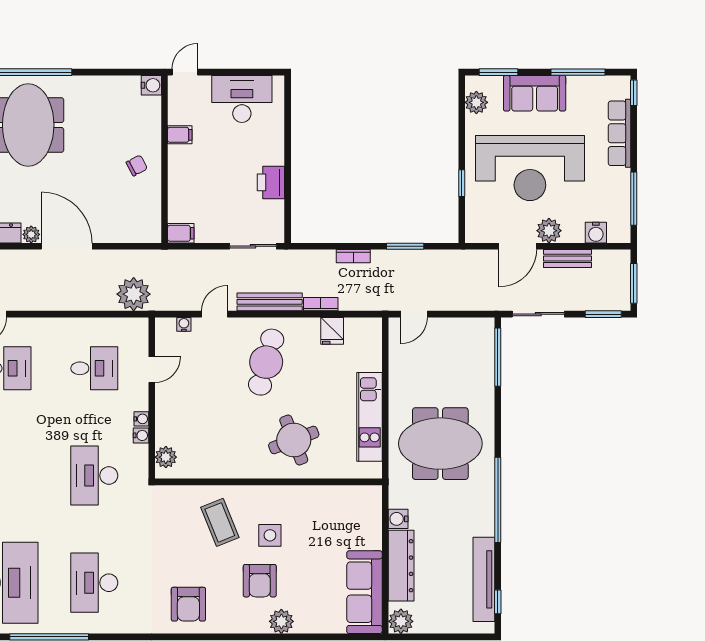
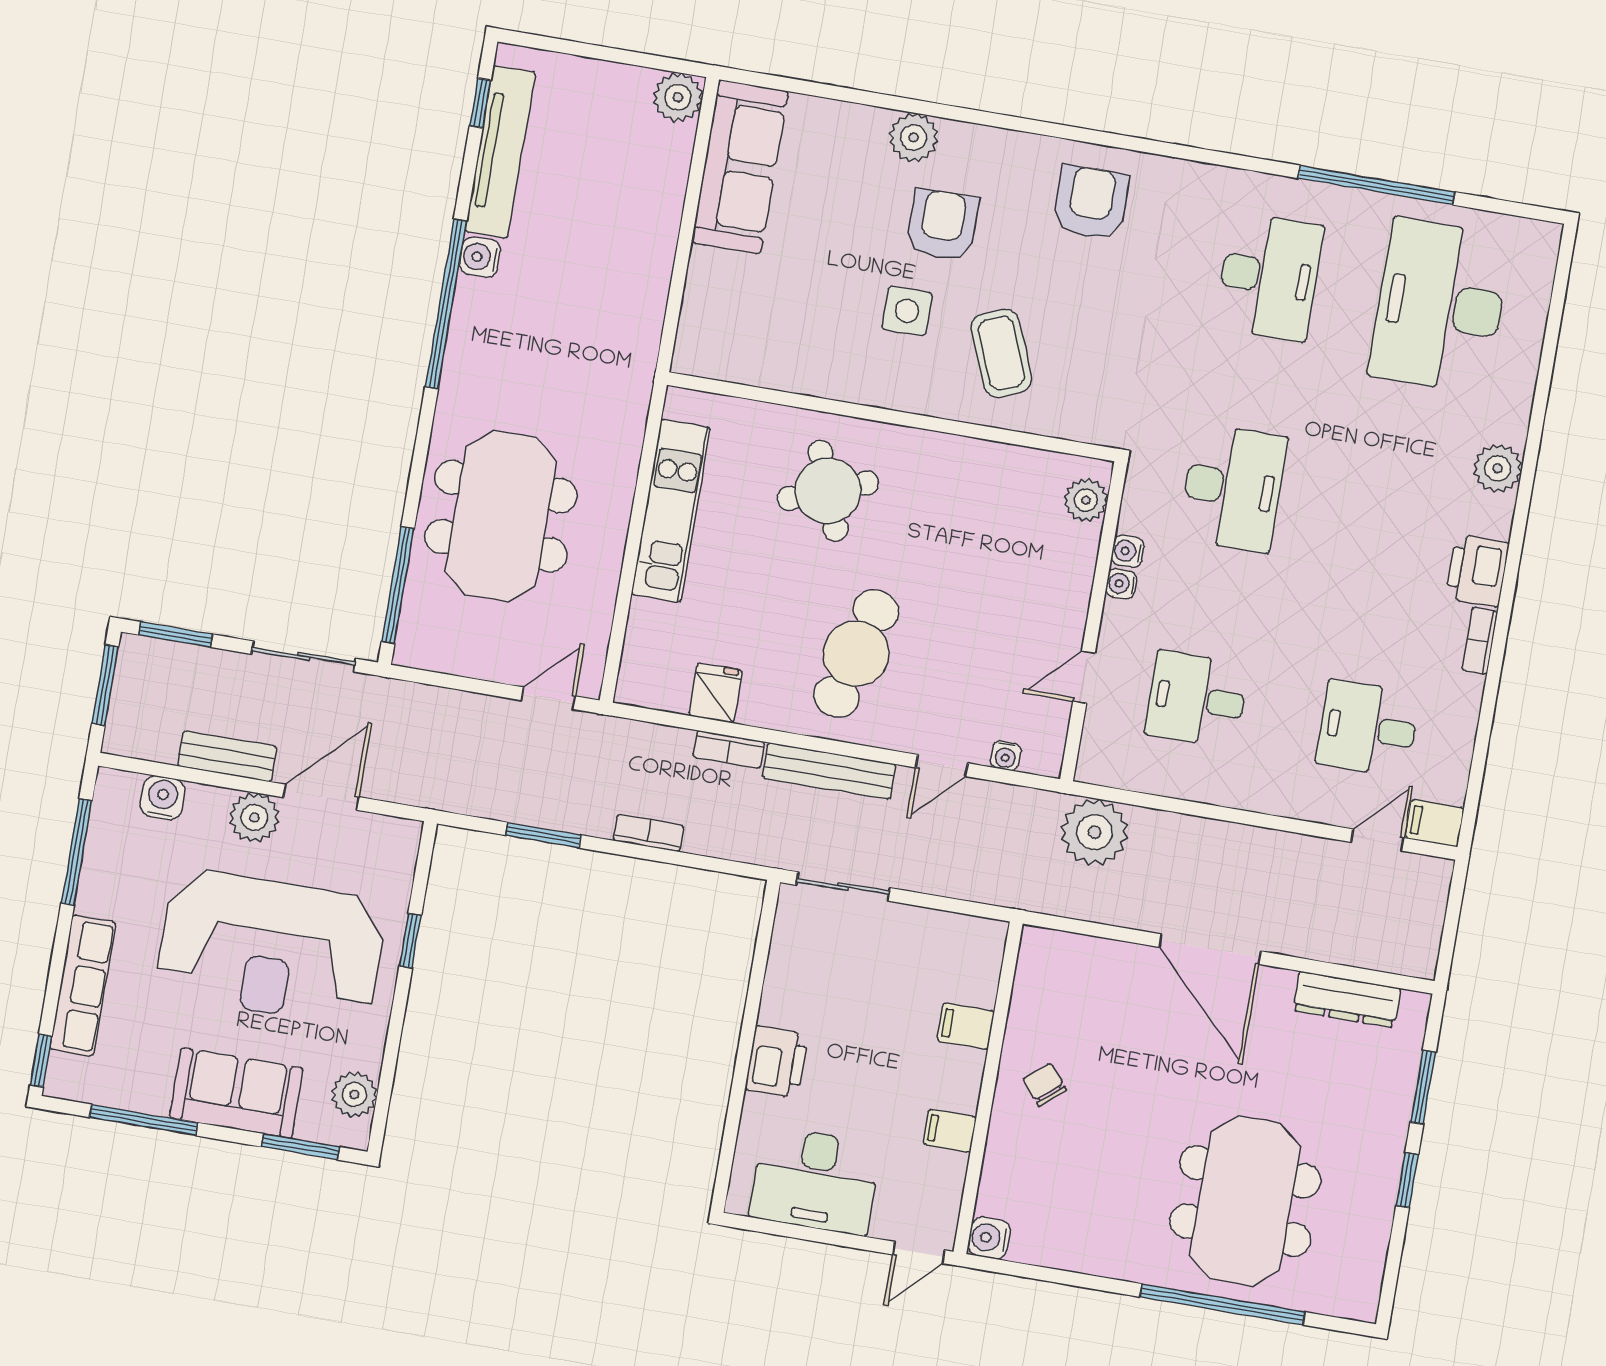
chair: (137, 165) -> (1045, 1085), turned 78
reception desk: (530, 168) -> (271, 947), turned 180
printer: (271, 182) -> (777, 1062), moved
filing cabinet: (181, 233) -> (966, 1026), moved
plant: (31, 234) -> (1276, 984), removed
meeting table: (440, 444) -> (501, 516), moved, turned 90
water cooler: (398, 519) -> (480, 257), moved, turned 180
dresser: (401, 566) -> (659, 207), removed

